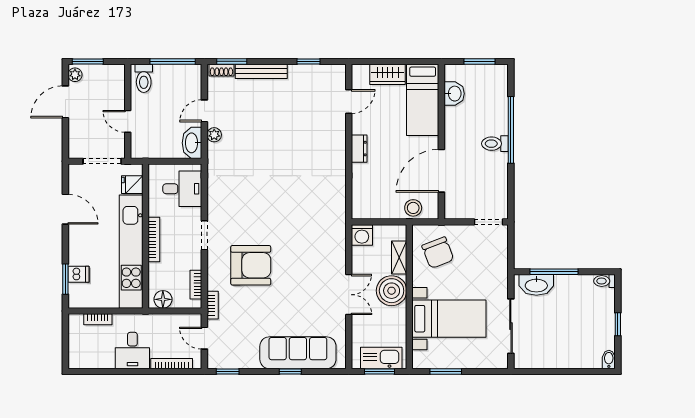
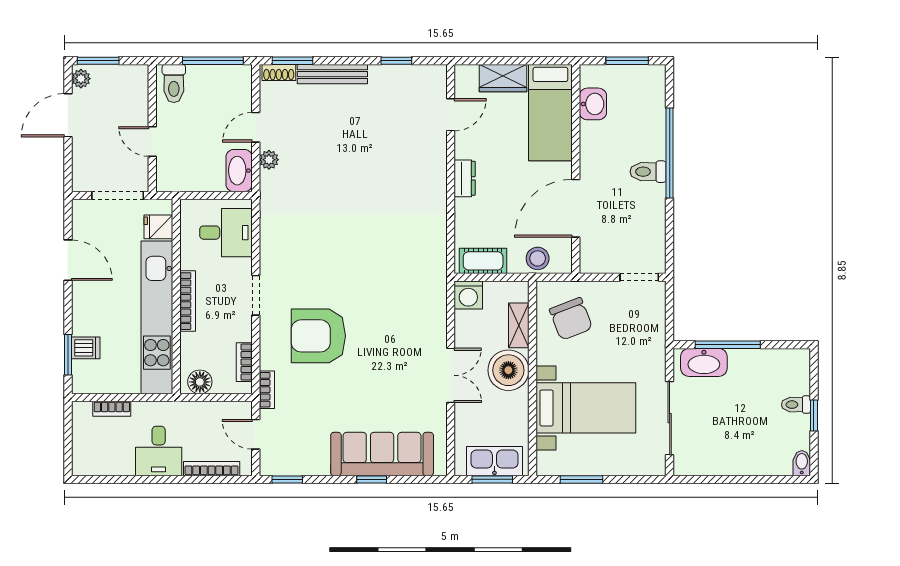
cot: (373, 210) -> (483, 261), added
armchair: (251, 265) -> (318, 336), turned 180
toilet: (604, 281) -> (796, 405), moved

